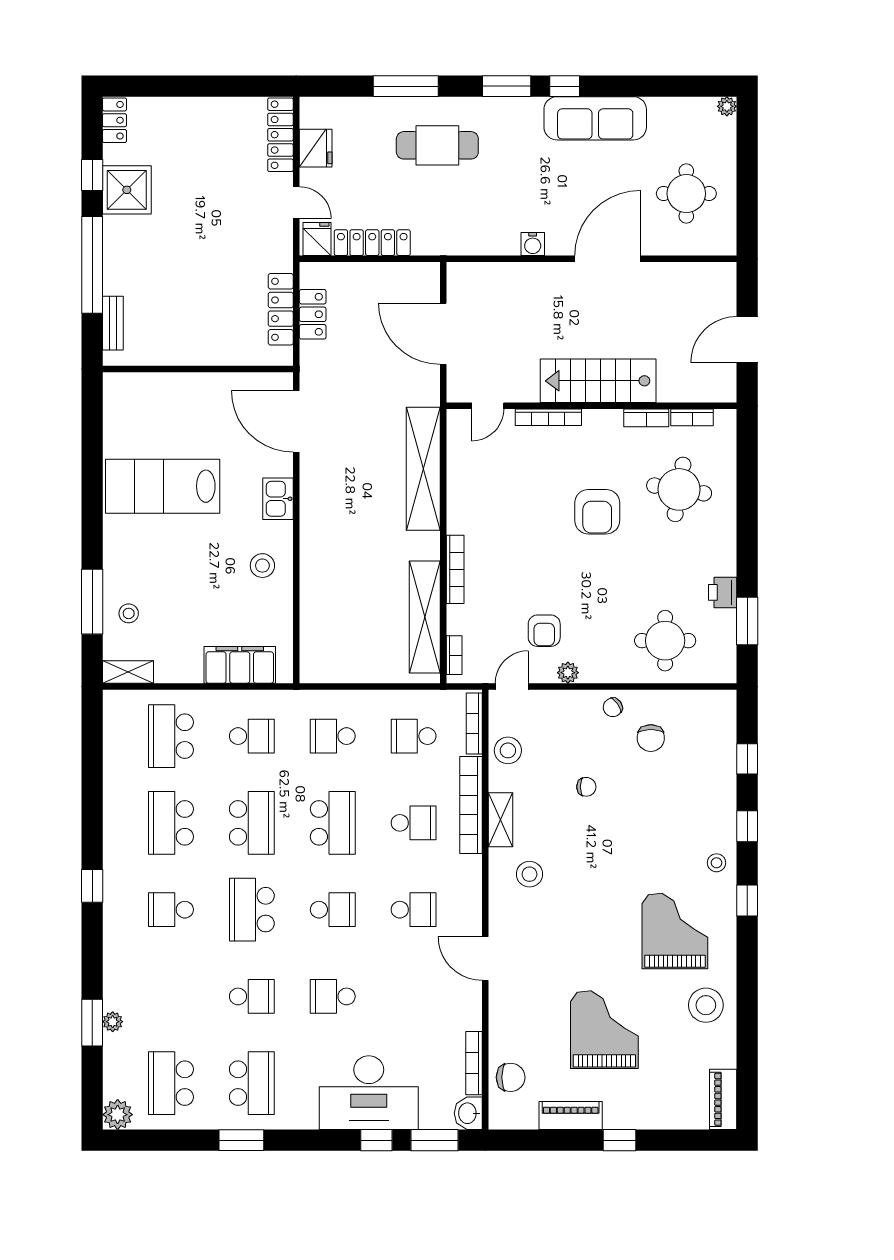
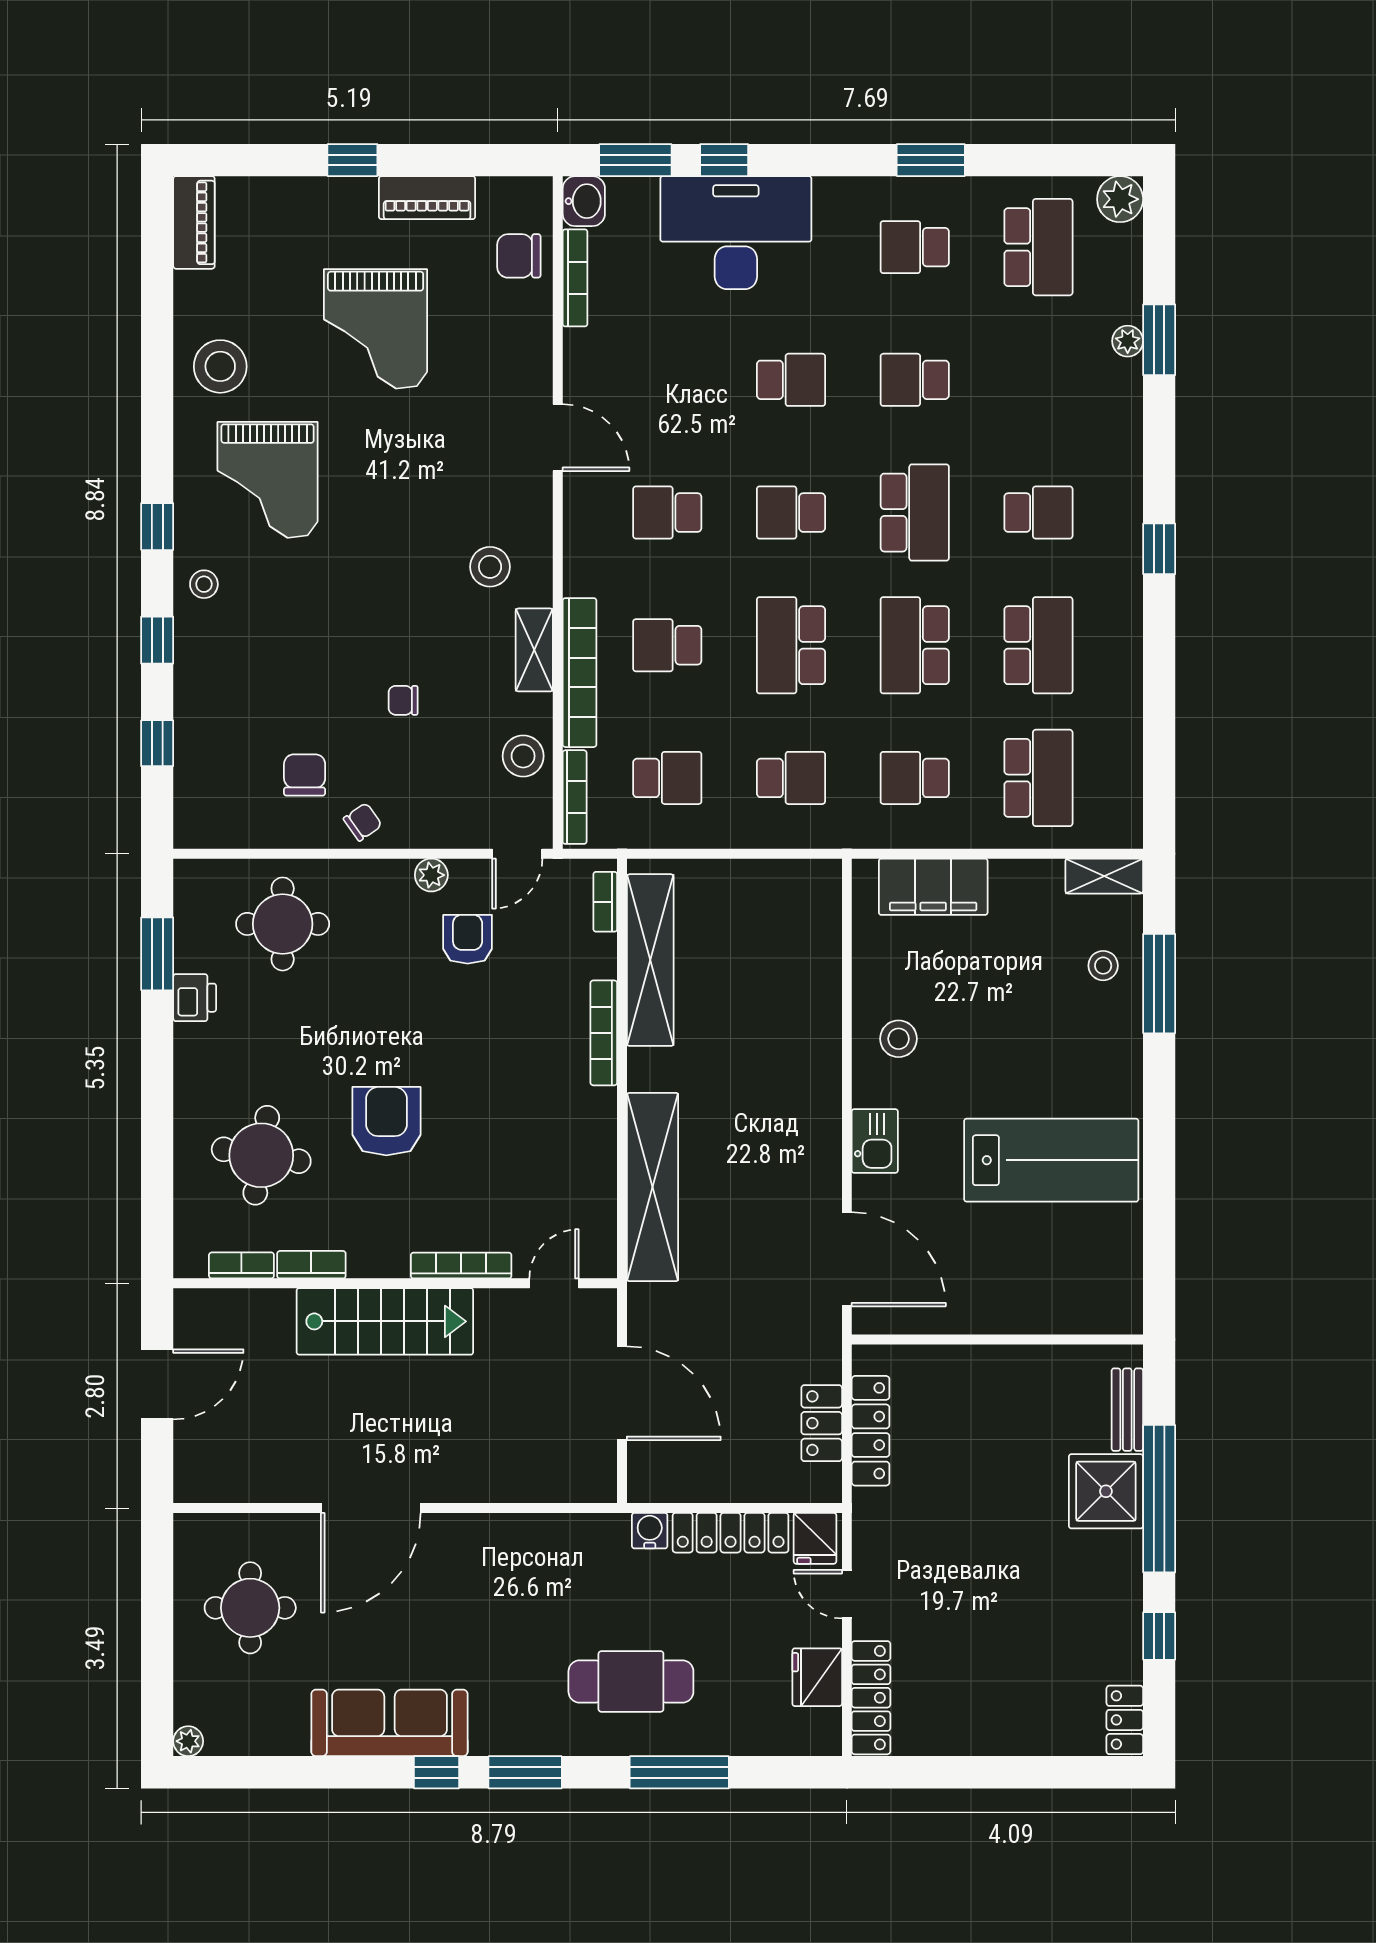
shower: (127, 190) -> (1106, 1491), moved
water cooler: (533, 244) -> (650, 1531), moved
school desk: (252, 1083) -> (915, 247), width x0.54

